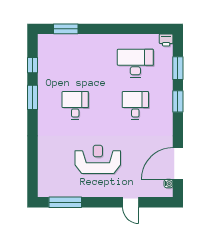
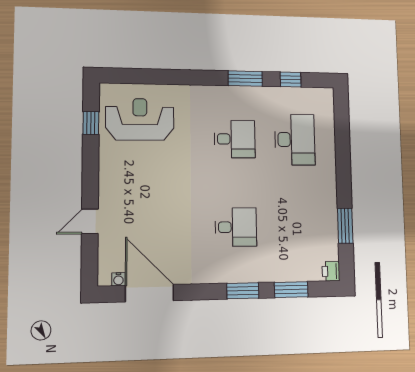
window: (66, 29) -> (345, 226), moved
desk: (135, 63) -> (295, 140), moved
reception desk: (98, 159) -> (140, 119), moved, turned -90
window: (65, 202) -> (91, 123), width x0.46

